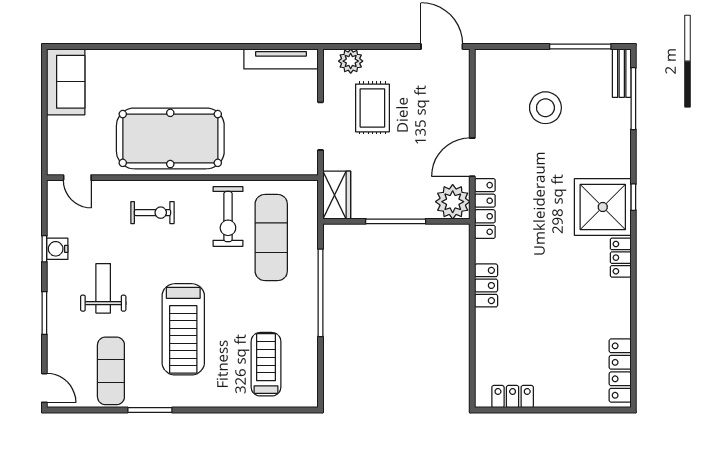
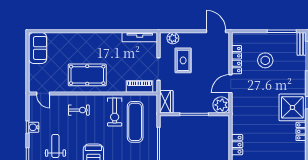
pool table: (170, 138) -> (87, 75), width x0.73, depth x0.76
piano: (280, 163) -> (140, 86), added
locker: (485, 208) -> (237, 60), moved

